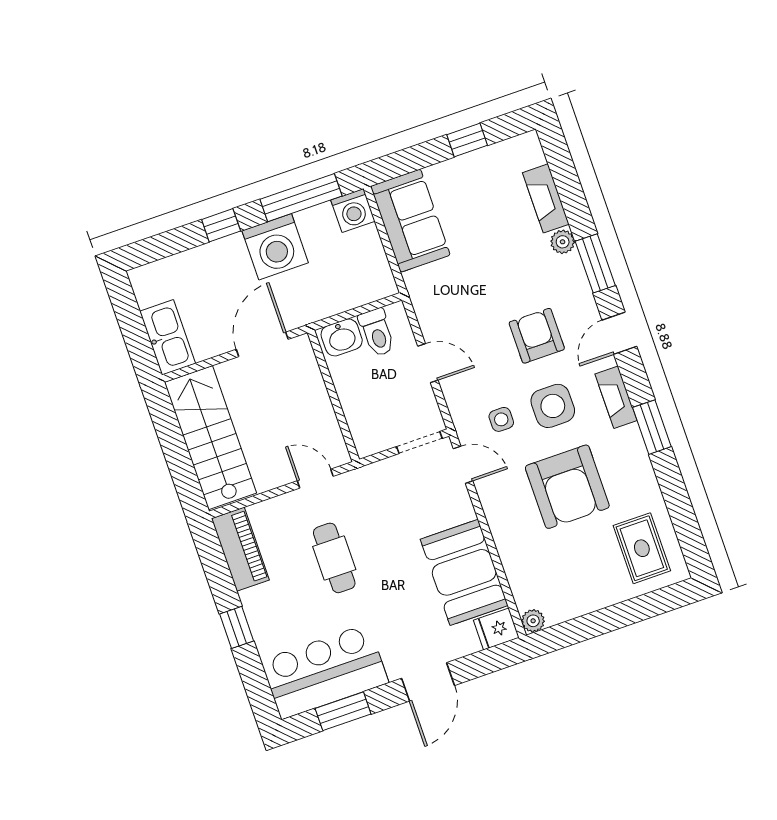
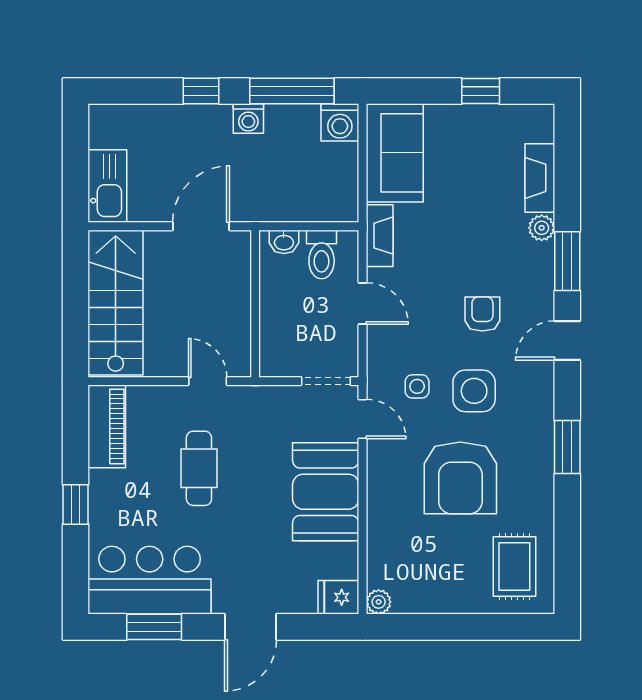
washing machine: (275, 247) -> (248, 119), width x0.53, depth x0.53
armchair: (537, 336) -> (482, 314), width x0.72, depth x0.72
washbasin: (342, 337) -> (284, 242), width x0.72, depth x0.69
fireplace: (616, 397) -> (380, 236), moved, turned 180
booth: (464, 572) -> (326, 492), moved

